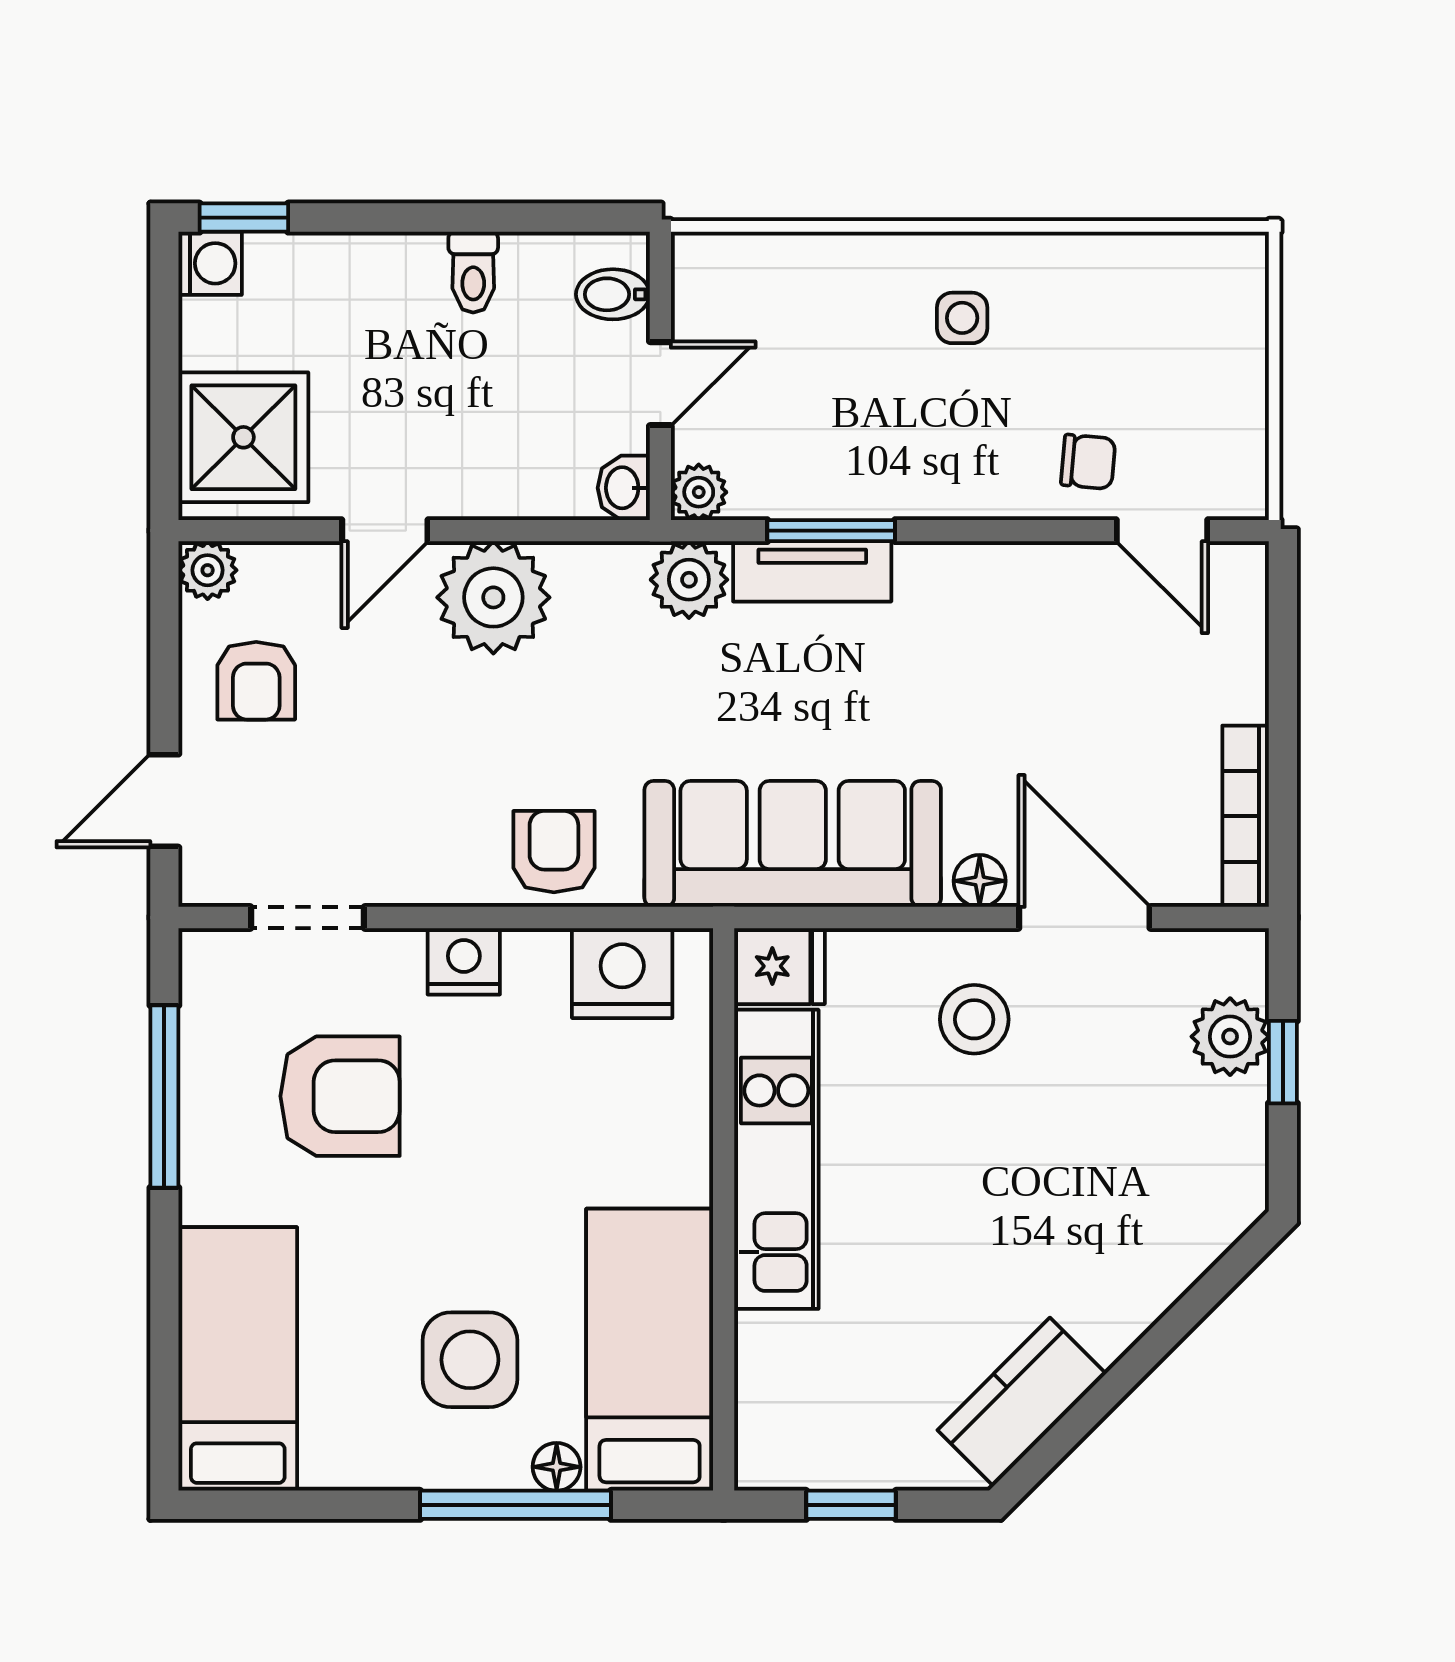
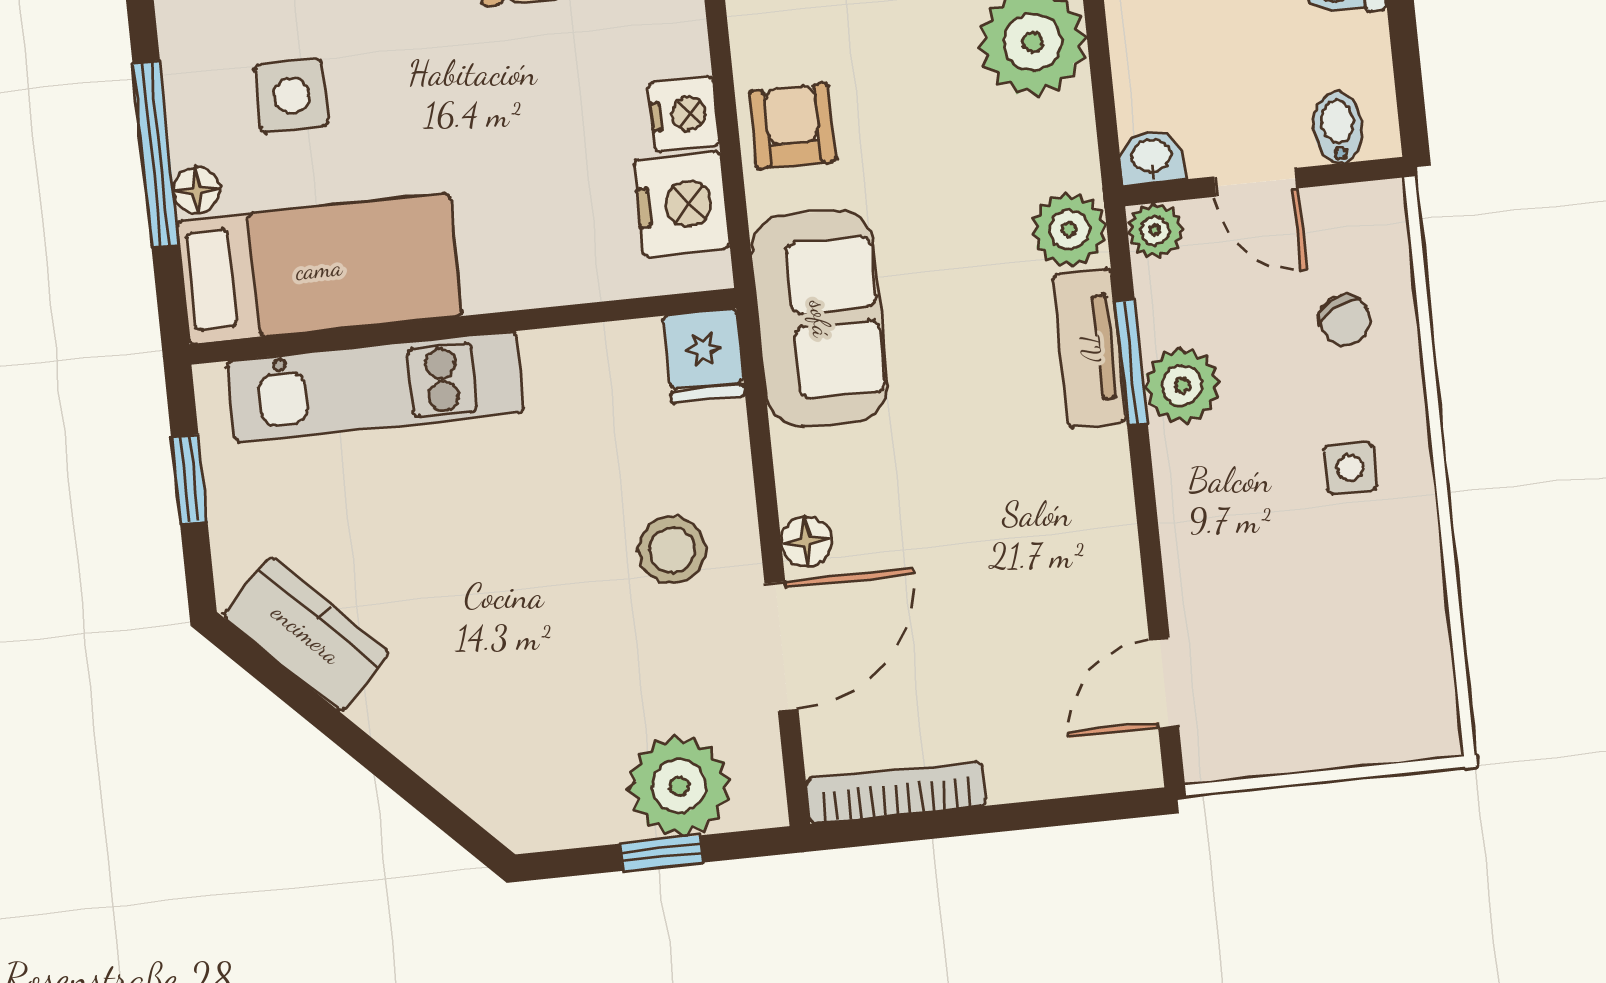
chair: (1088, 462) -> (1345, 320), moved, turned -34
plant: (860, 481) -> (1182, 385), added
sofa: (793, 844) -> (820, 319), width x0.73
armchair: (554, 852) -> (792, 126), turned -90
nightstand: (464, 961) -> (684, 114), moved
plant: (1230, 1037) -> (679, 786), width x1.36, depth x1.36
kitchen unit: (776, 1159) -> (375, 387), moved
side table: (470, 1360) -> (292, 96), width x0.73, depth x0.73

